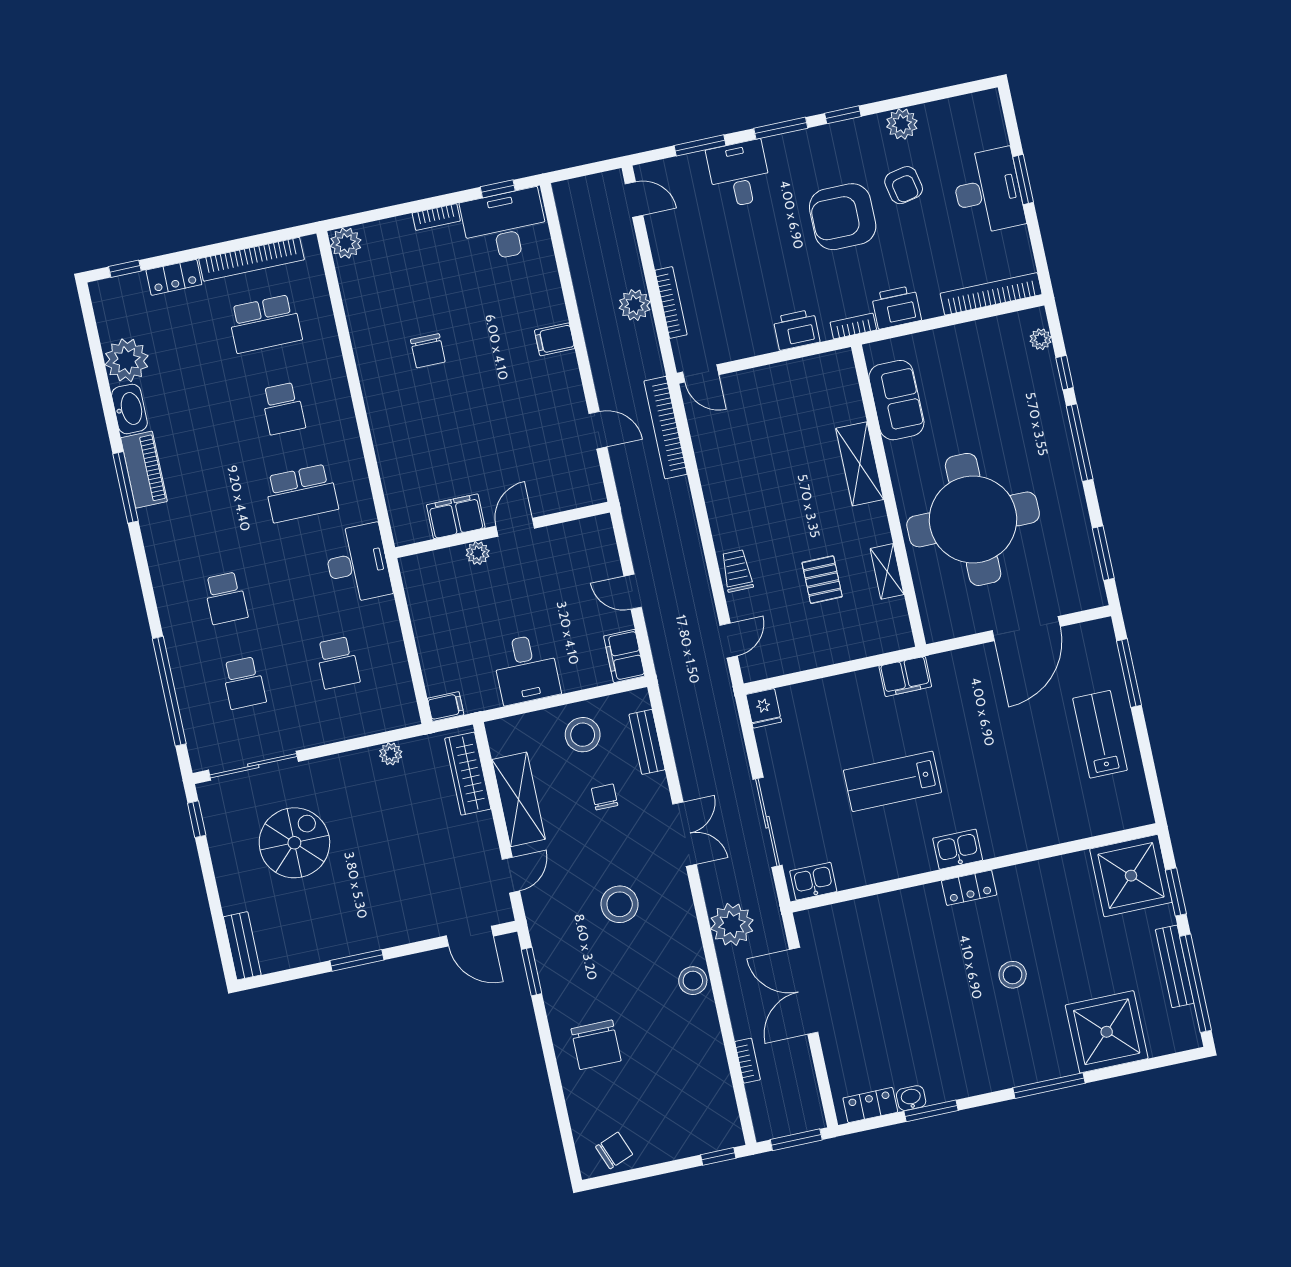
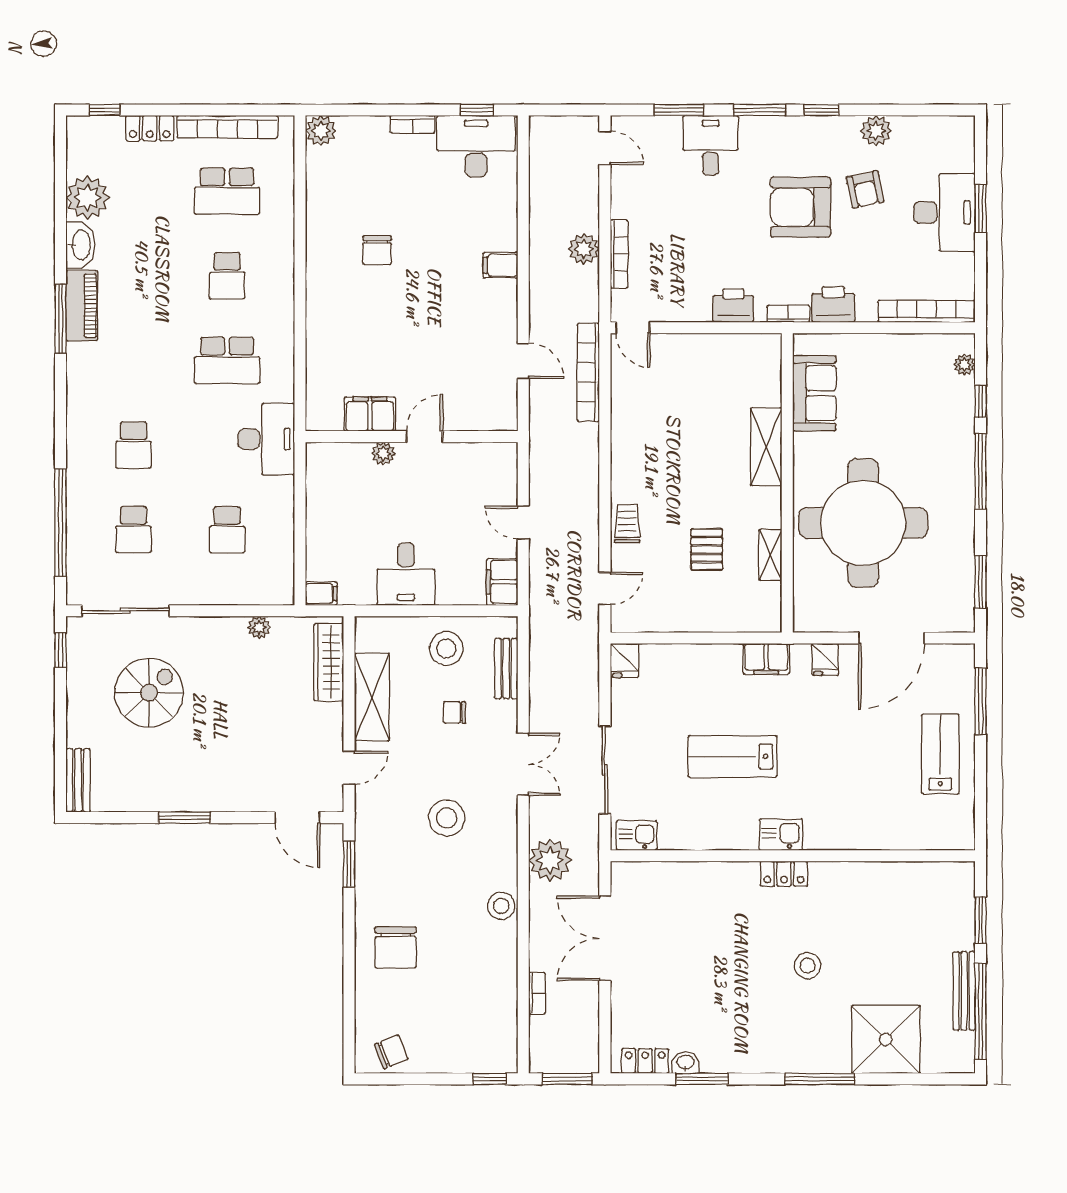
fridge: (964, 664) -> (825, 659), added
chair: (605, 797) -> (455, 712), turned -90
shower: (1131, 876) -> (941, 895), removed

